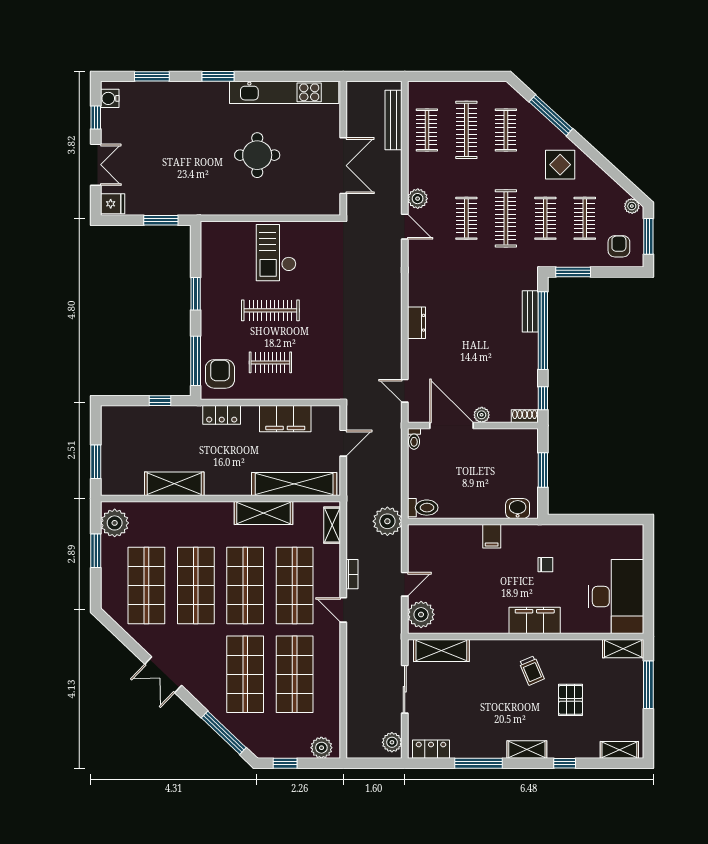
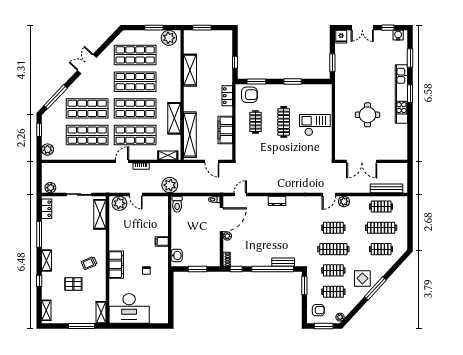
kitchen unit: (284, 92) -> (401, 94), moved
window: (551, 115) -> (375, 288), moved
window: (196, 361) -> (256, 82), width x0.69

